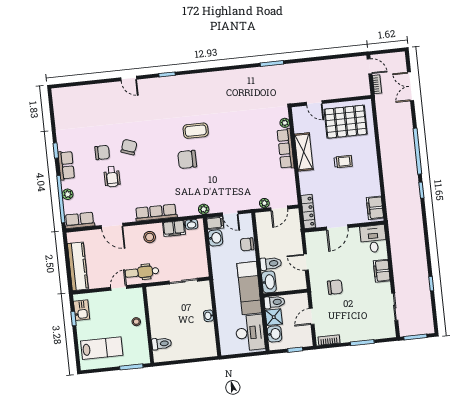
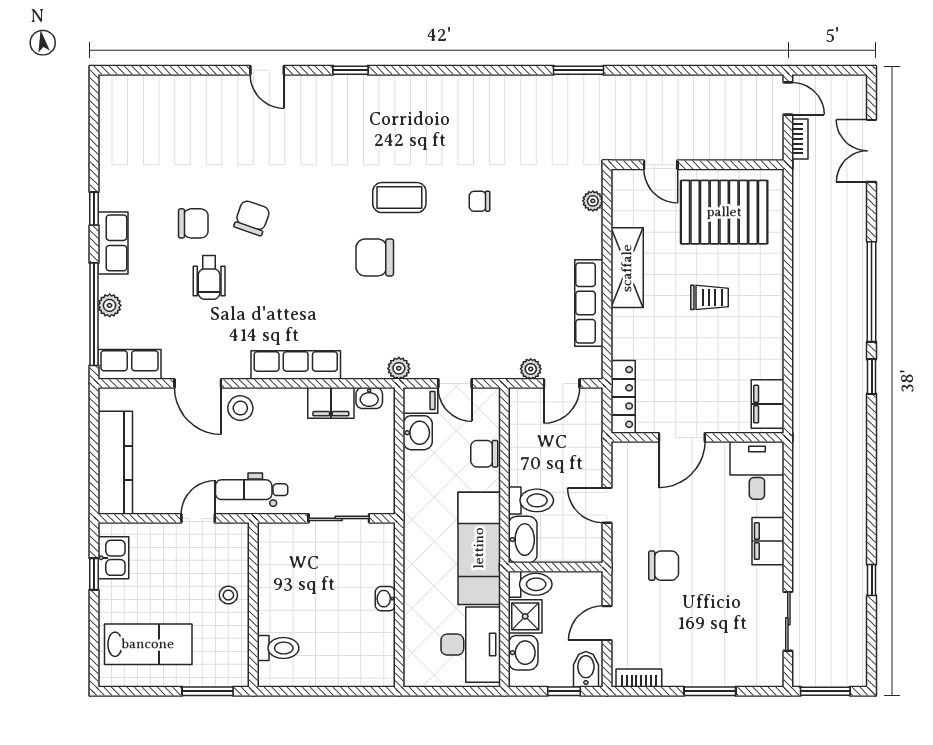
chair: (233, 128) -> (479, 201), added
row of seats: (286, 149) -> (589, 303), moved
stool: (150, 237) -> (240, 408), moved
bidet: (304, 339) -> (586, 669), added

